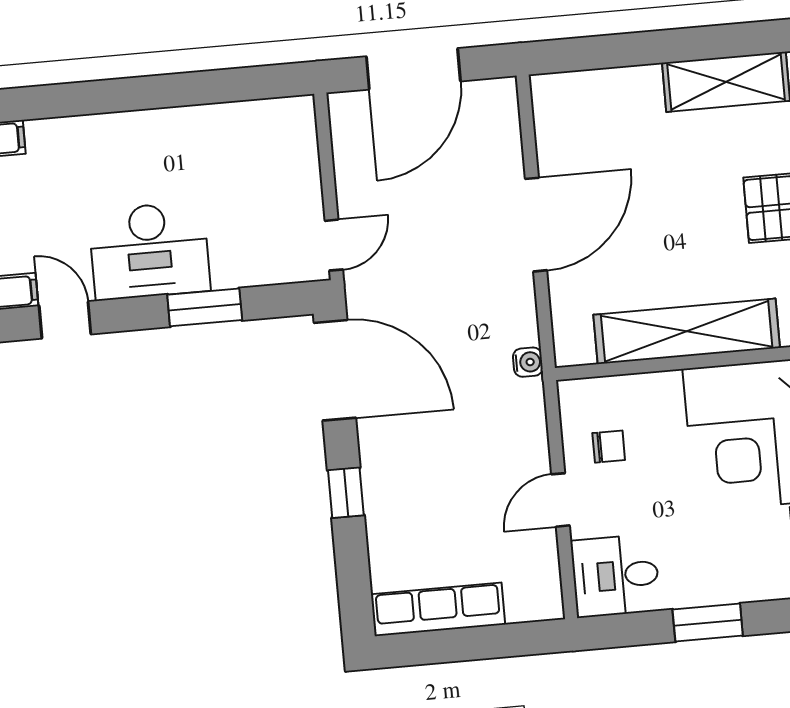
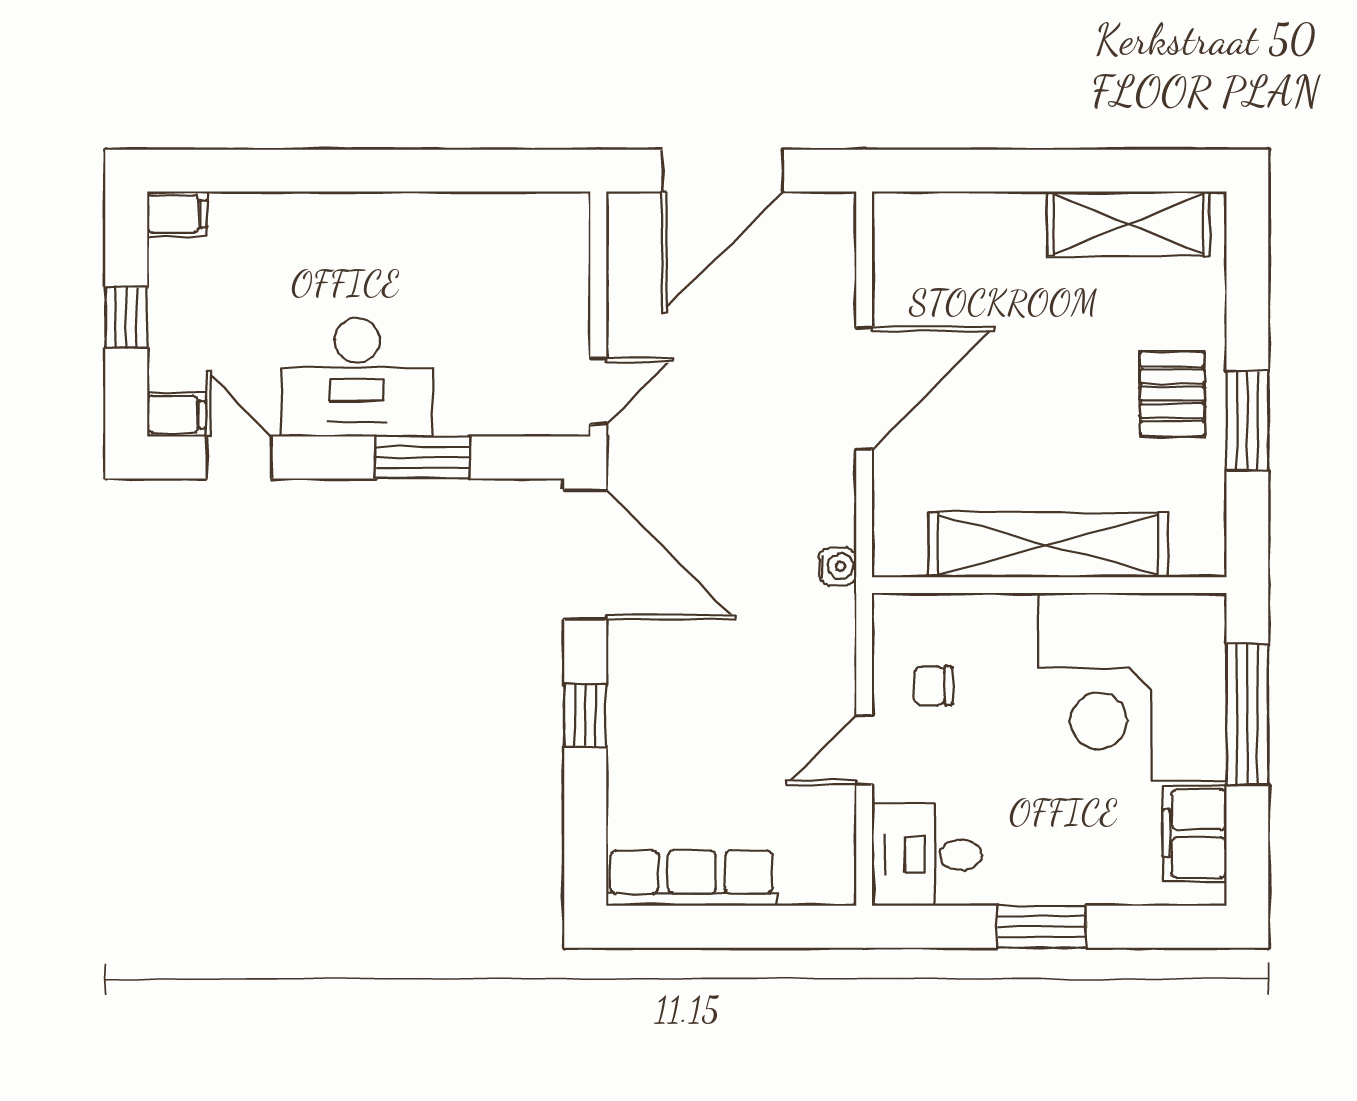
chair: (609, 447) -> (933, 686), turned 180

